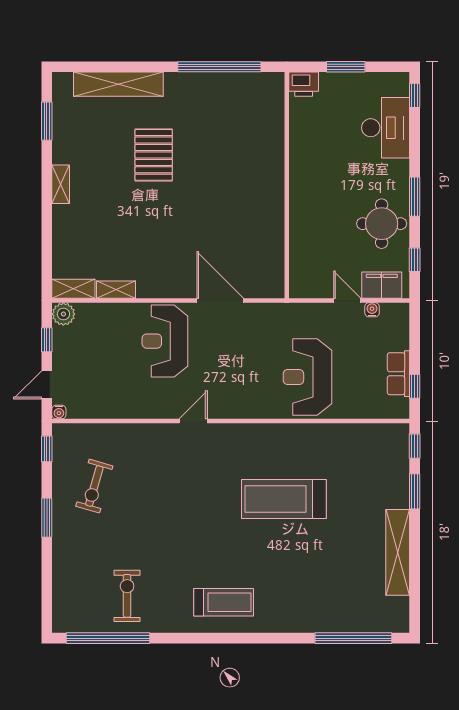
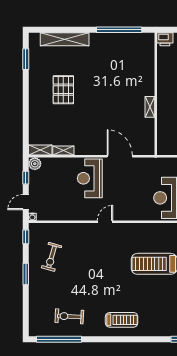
pallet: (154, 155) -> (63, 90), moved
shelving: (61, 184) -> (150, 107), moved
exercise bike: (127, 596) -> (69, 316), turned -87

